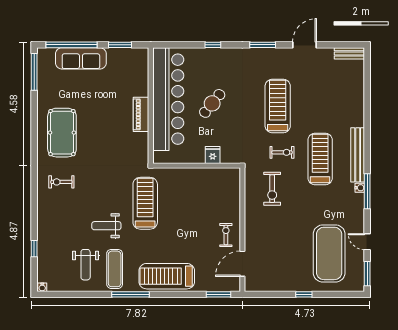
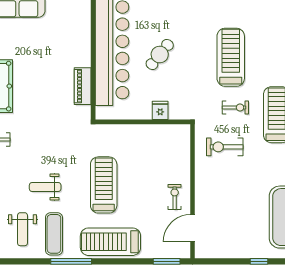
piano: (141, 114) -> (83, 86), moved
exercise bike: (272, 189) -> (225, 147), turned 90
treadmill: (145, 203) -> (104, 185), moved

